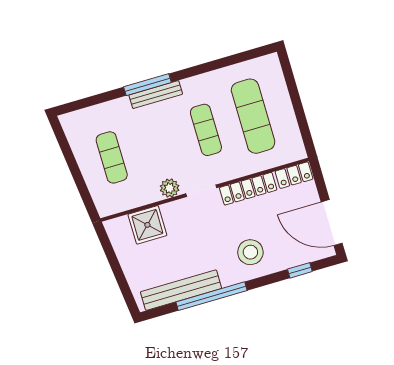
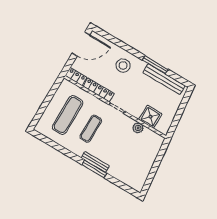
exercise mat: (112, 157) -> (137, 156), removed
plant: (170, 188) -> (138, 128), moved
door: (332, 223) -> (81, 44), hinge flipped
window: (300, 270) -> (112, 39), removed
window: (212, 296) -> (155, 65), width x0.68

